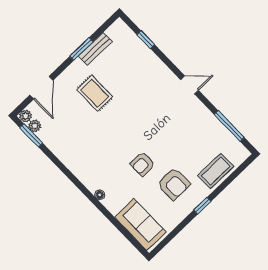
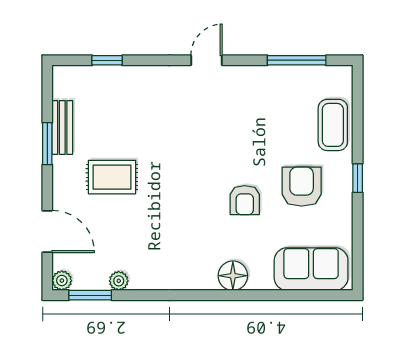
plant: (35, 126) -> (119, 281), moved
armchair: (174, 184) -> (302, 187), turned -90
floor lamp: (100, 195) -> (233, 276), width x1.89, depth x1.89

